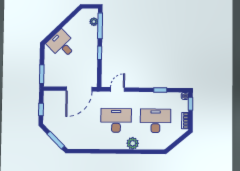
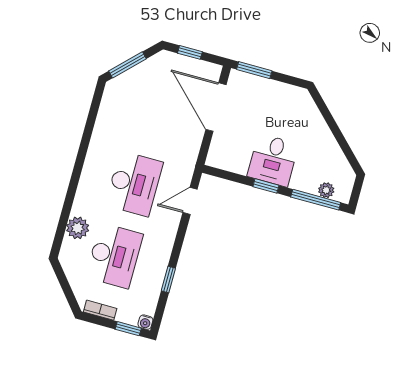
desk: (62, 44) -> (273, 160), moved, turned 135
door: (79, 89) -> (216, 107), moved
door: (117, 89) -> (190, 201), swing flipped
plant: (133, 143) -> (78, 228), moved

